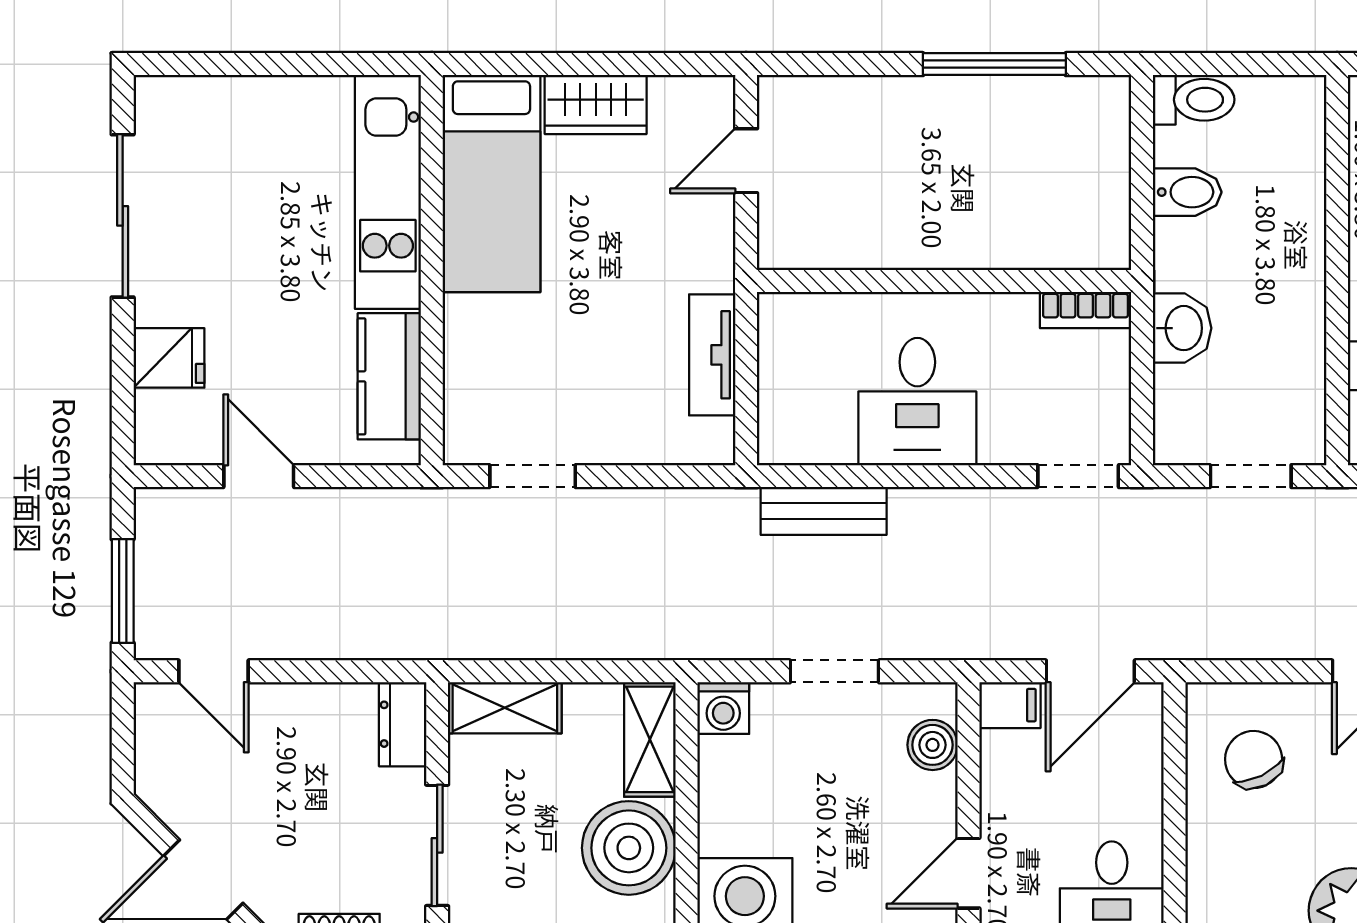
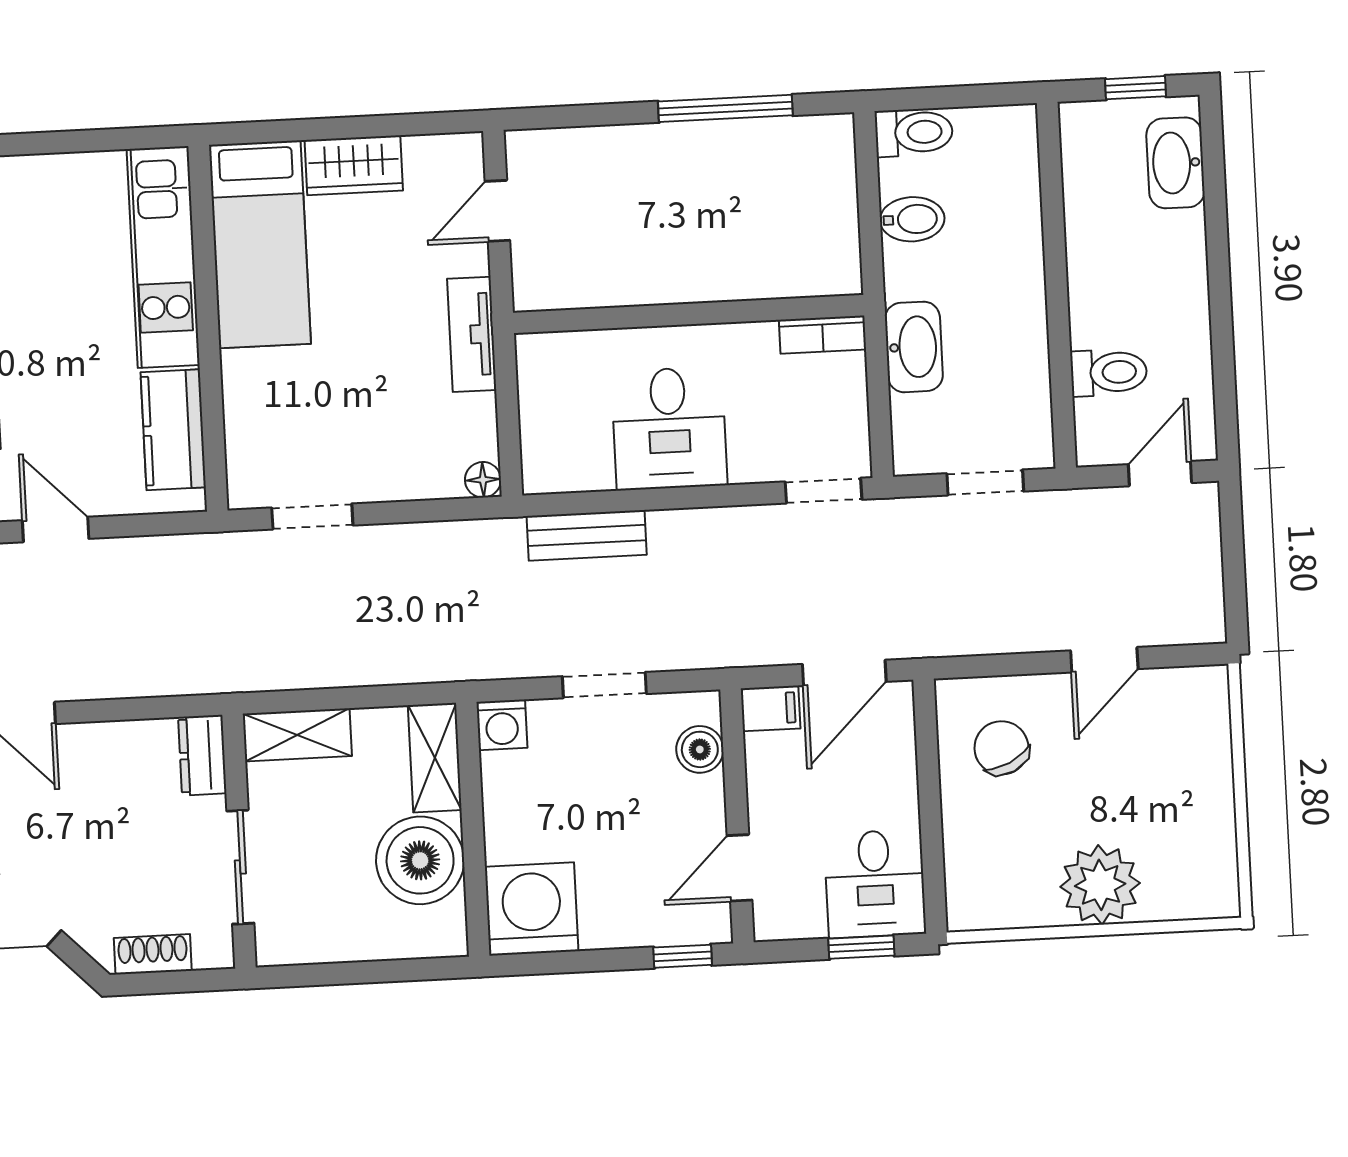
washbasin: (1182, 328) -> (914, 347), width x1.38
tv unit: (712, 355) -> (472, 334), moved
floor lamp: (716, 446) -> (483, 480), added

